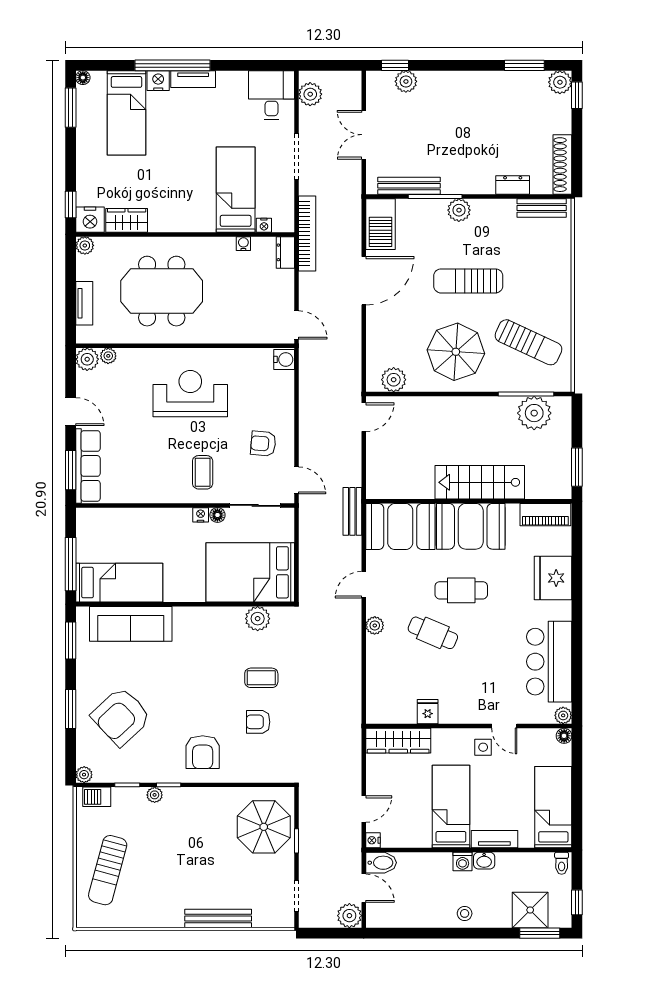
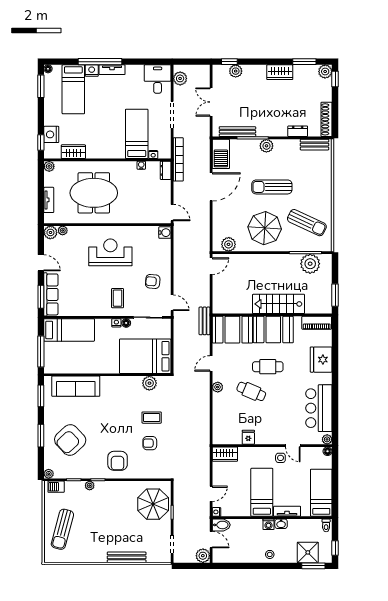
wardrobe: (482, 83) -> (280, 72), added
nightstand: (90, 220) -> (51, 134), moved, turned 90
bed: (119, 583) -> (69, 330), moved
wardrobe: (398, 741) -> (225, 454), width x0.67

